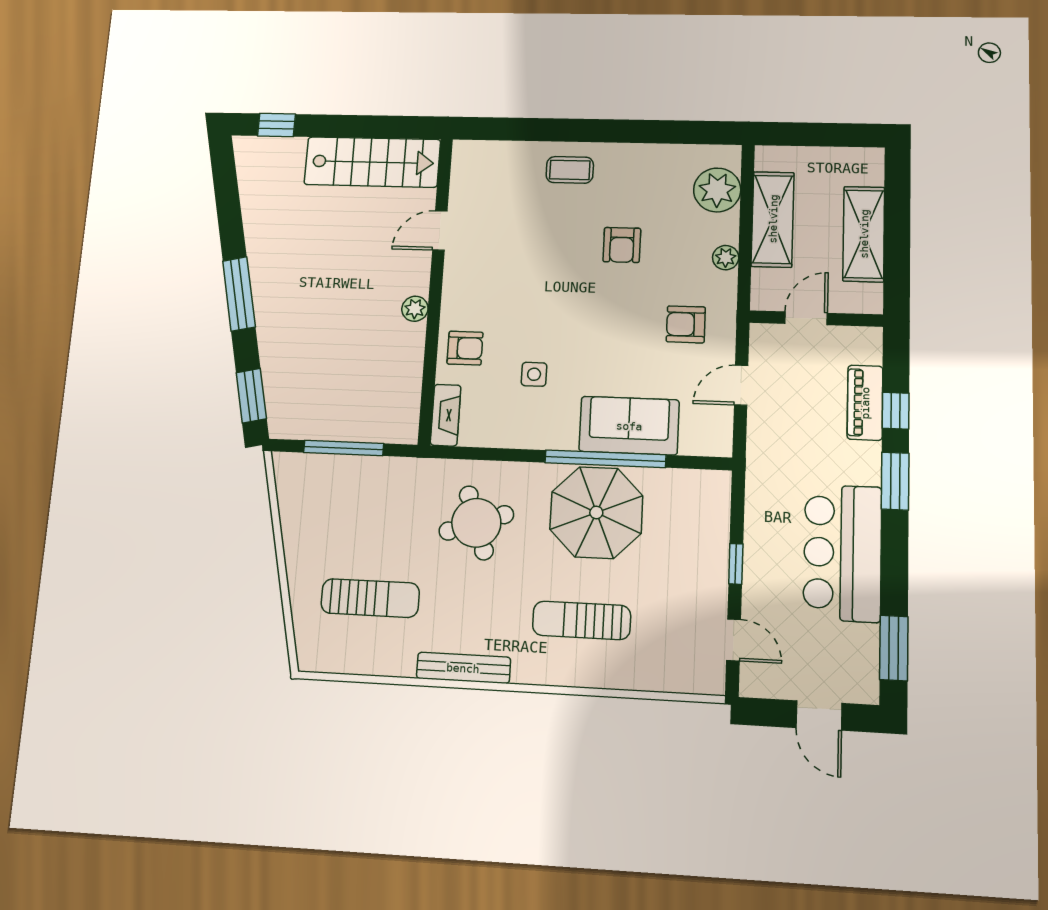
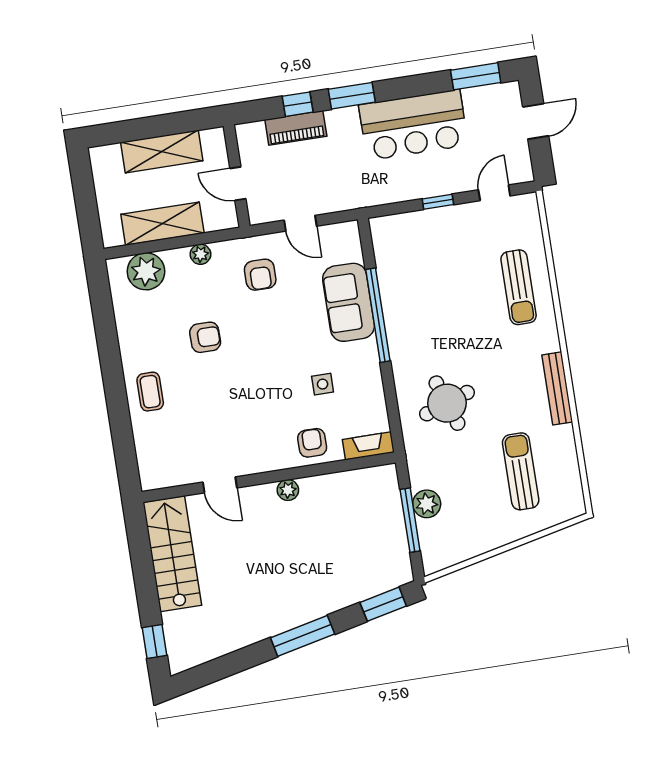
plant: (358, 472) -> (427, 504), added
parasol: (596, 512) -> (420, 313), removed
sun lounger: (582, 620) -> (519, 287), moved

